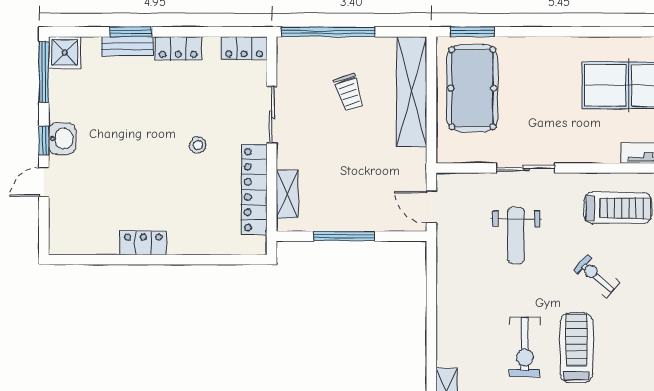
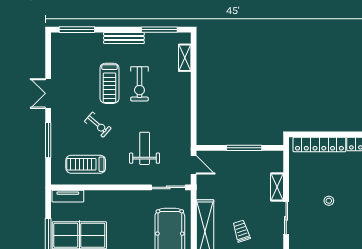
sliding door: (526, 168) -> (168, 187), moved
locker: (254, 190) -> (319, 145), moved, turned 90
shelving: (287, 194) -> (277, 187), moved
exercise bike: (525, 347) -> (139, 84), turned 180

